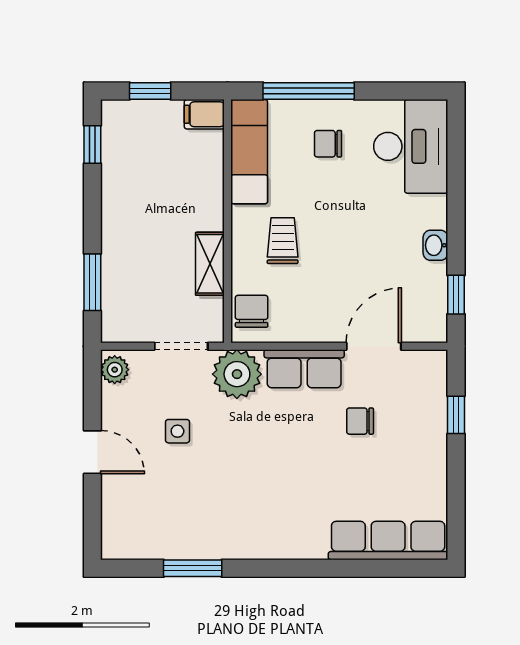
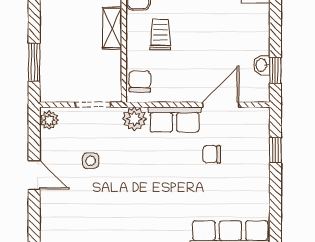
washbasin: (435, 245) -> (262, 65), moved
shelving: (210, 264) -> (112, 28), moved
plant: (237, 374) -> (134, 119), width x0.73, depth x0.73

